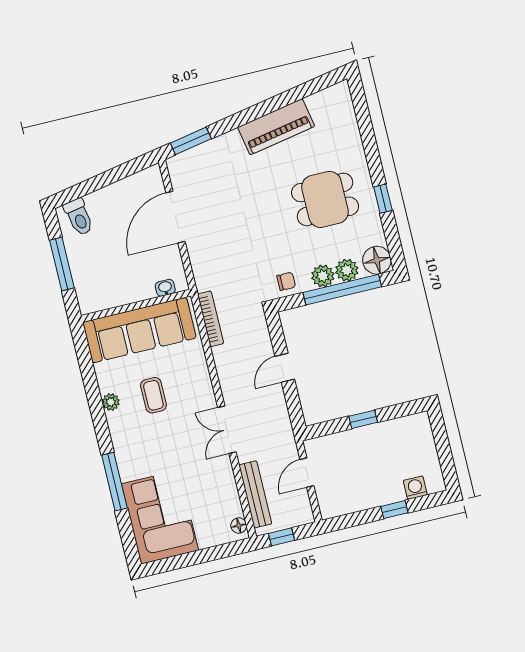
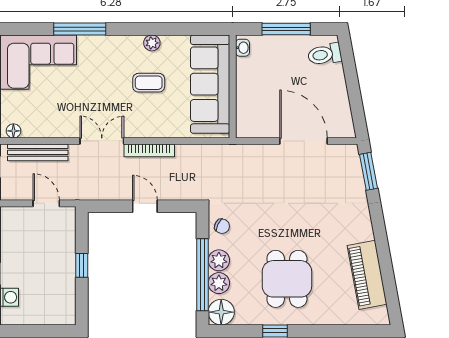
piano: (276, 127) -> (367, 275), moved
chair: (286, 281) -> (222, 226), turned -63
washbasin: (165, 288) -> (242, 48), moved
bookcase: (210, 319) -> (149, 150), moved

